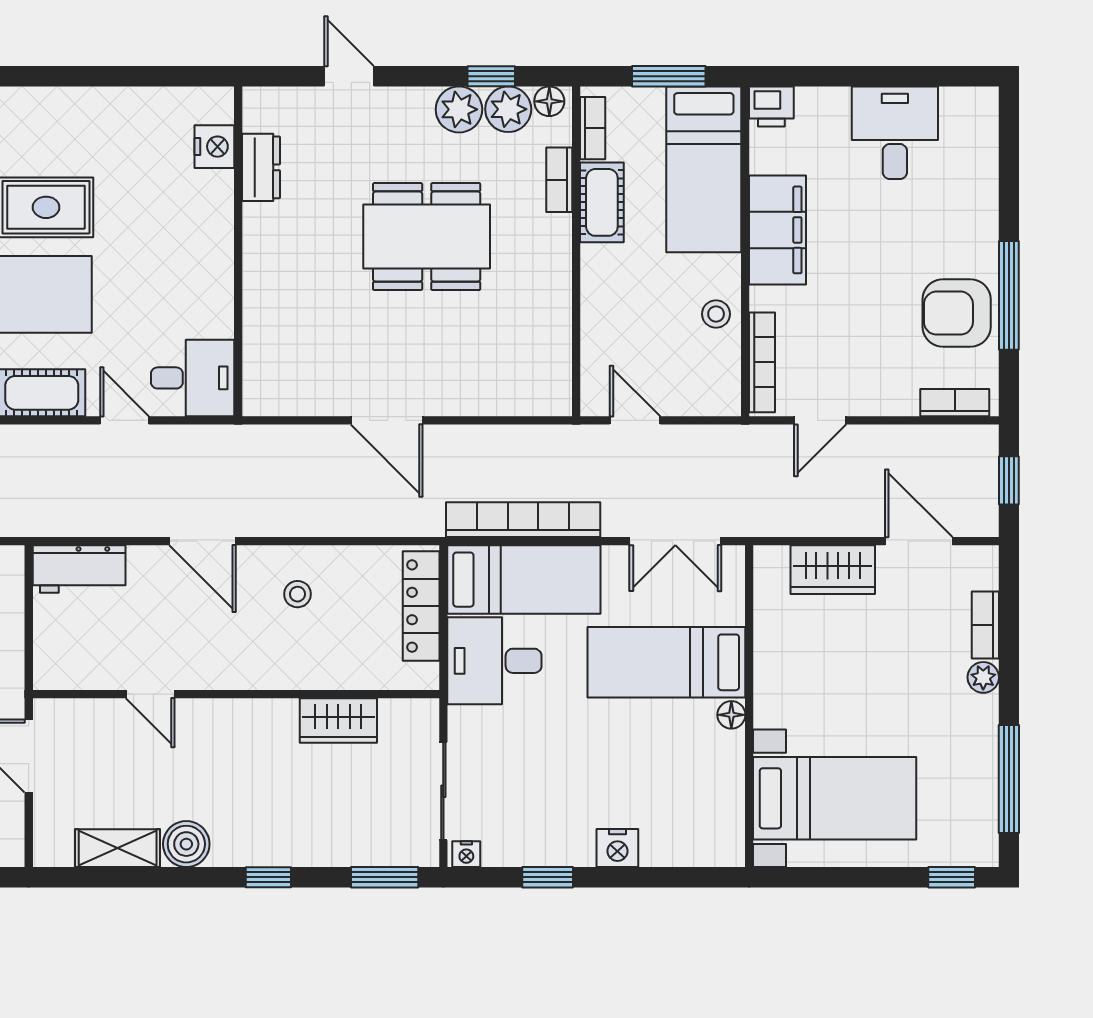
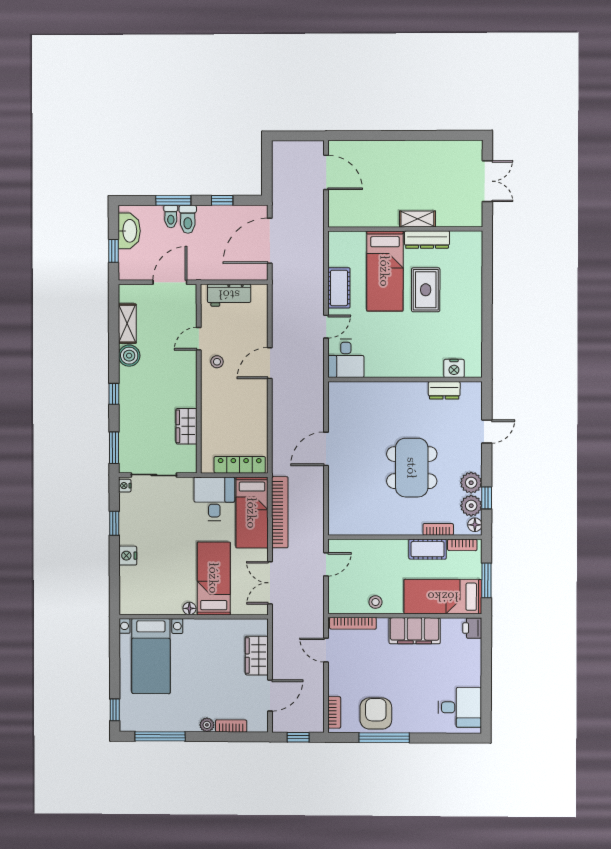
desk: (895, 133) -> (460, 707), moved
workbench: (79, 569) -> (229, 295), moved, turned -90
stool: (298, 594) -> (217, 362), moved

